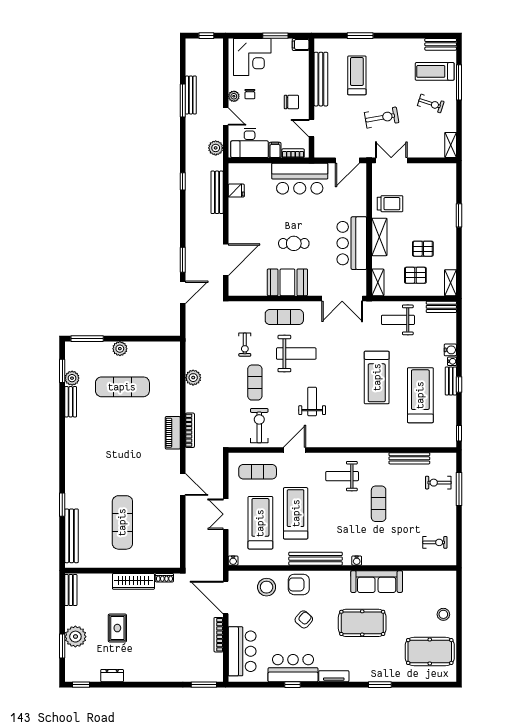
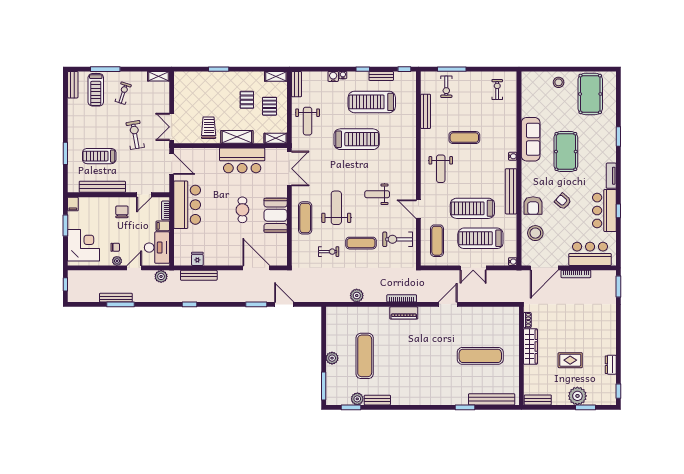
bench: (451, 381) -> (381, 76), moved

